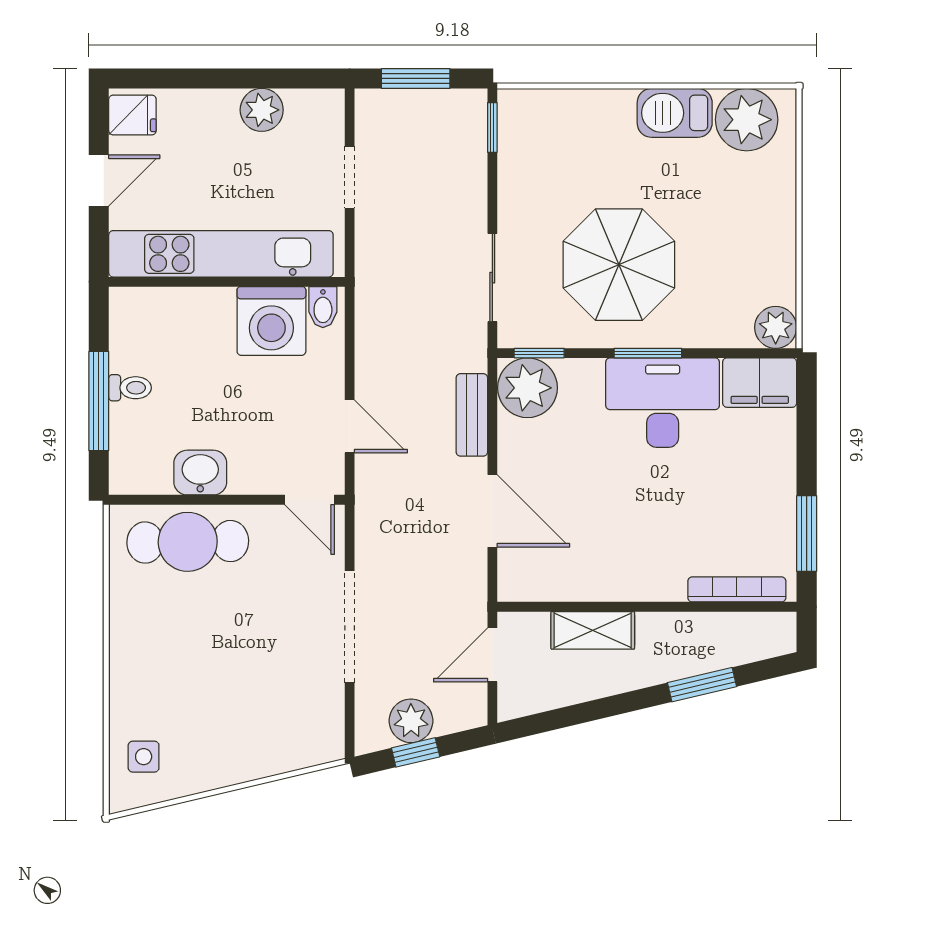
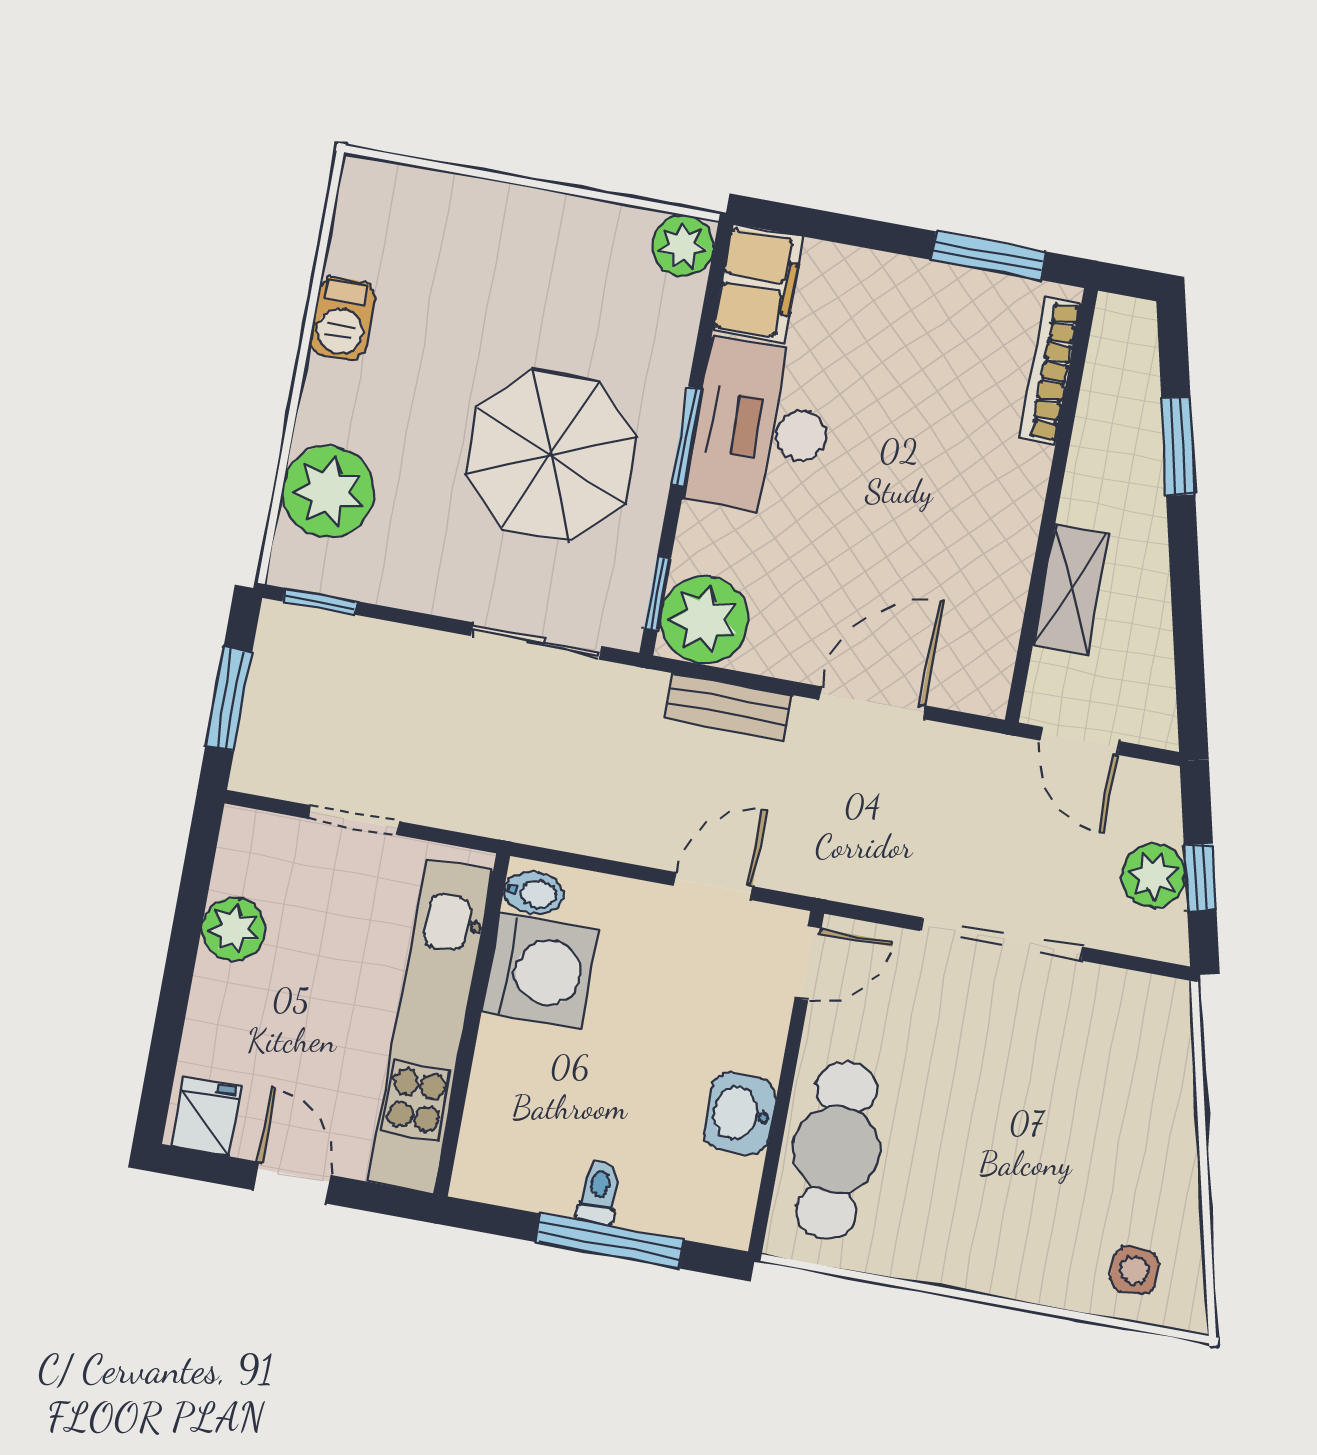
barbecue: (675, 113) -> (342, 318), width x0.73, depth x0.79
plant: (747, 120) -> (328, 492), moved

